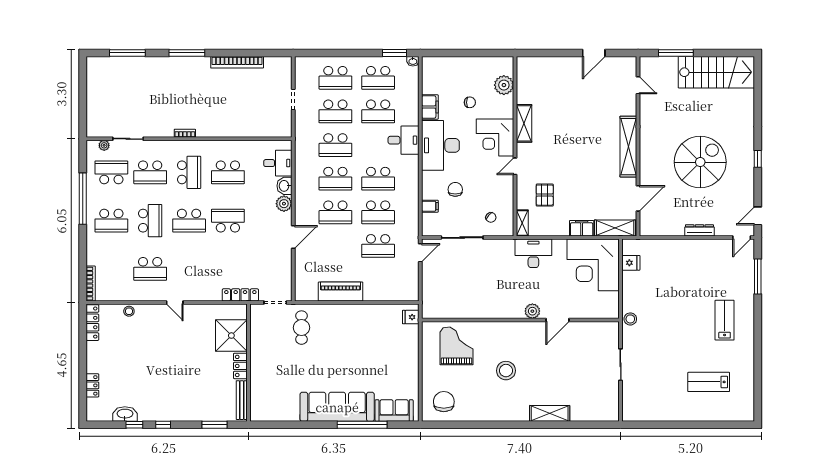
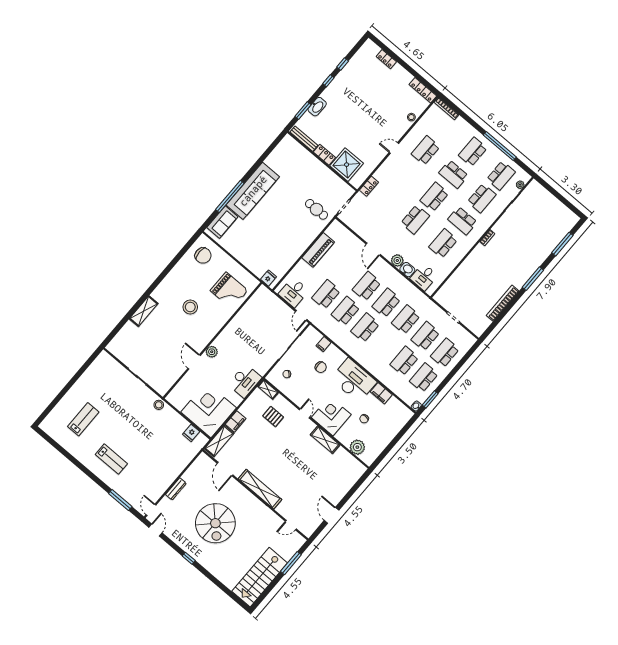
desk: (404, 140) -> (294, 292), moved
school desk: (150, 172) -> (482, 198), turned 180
locker: (240, 295) -> (369, 186), width x0.66
washbasin: (125, 414) -> (317, 107), moved

